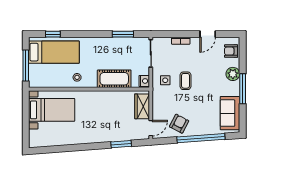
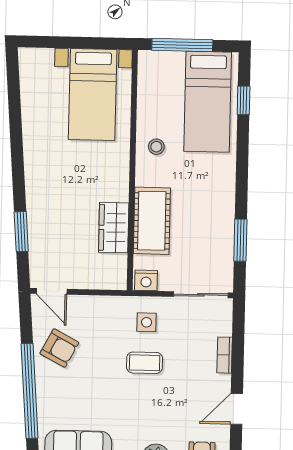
door: (208, 34) -> (237, 409), hinge flipped
wardrobe: (142, 106) -> (114, 228), moved, turned -90

